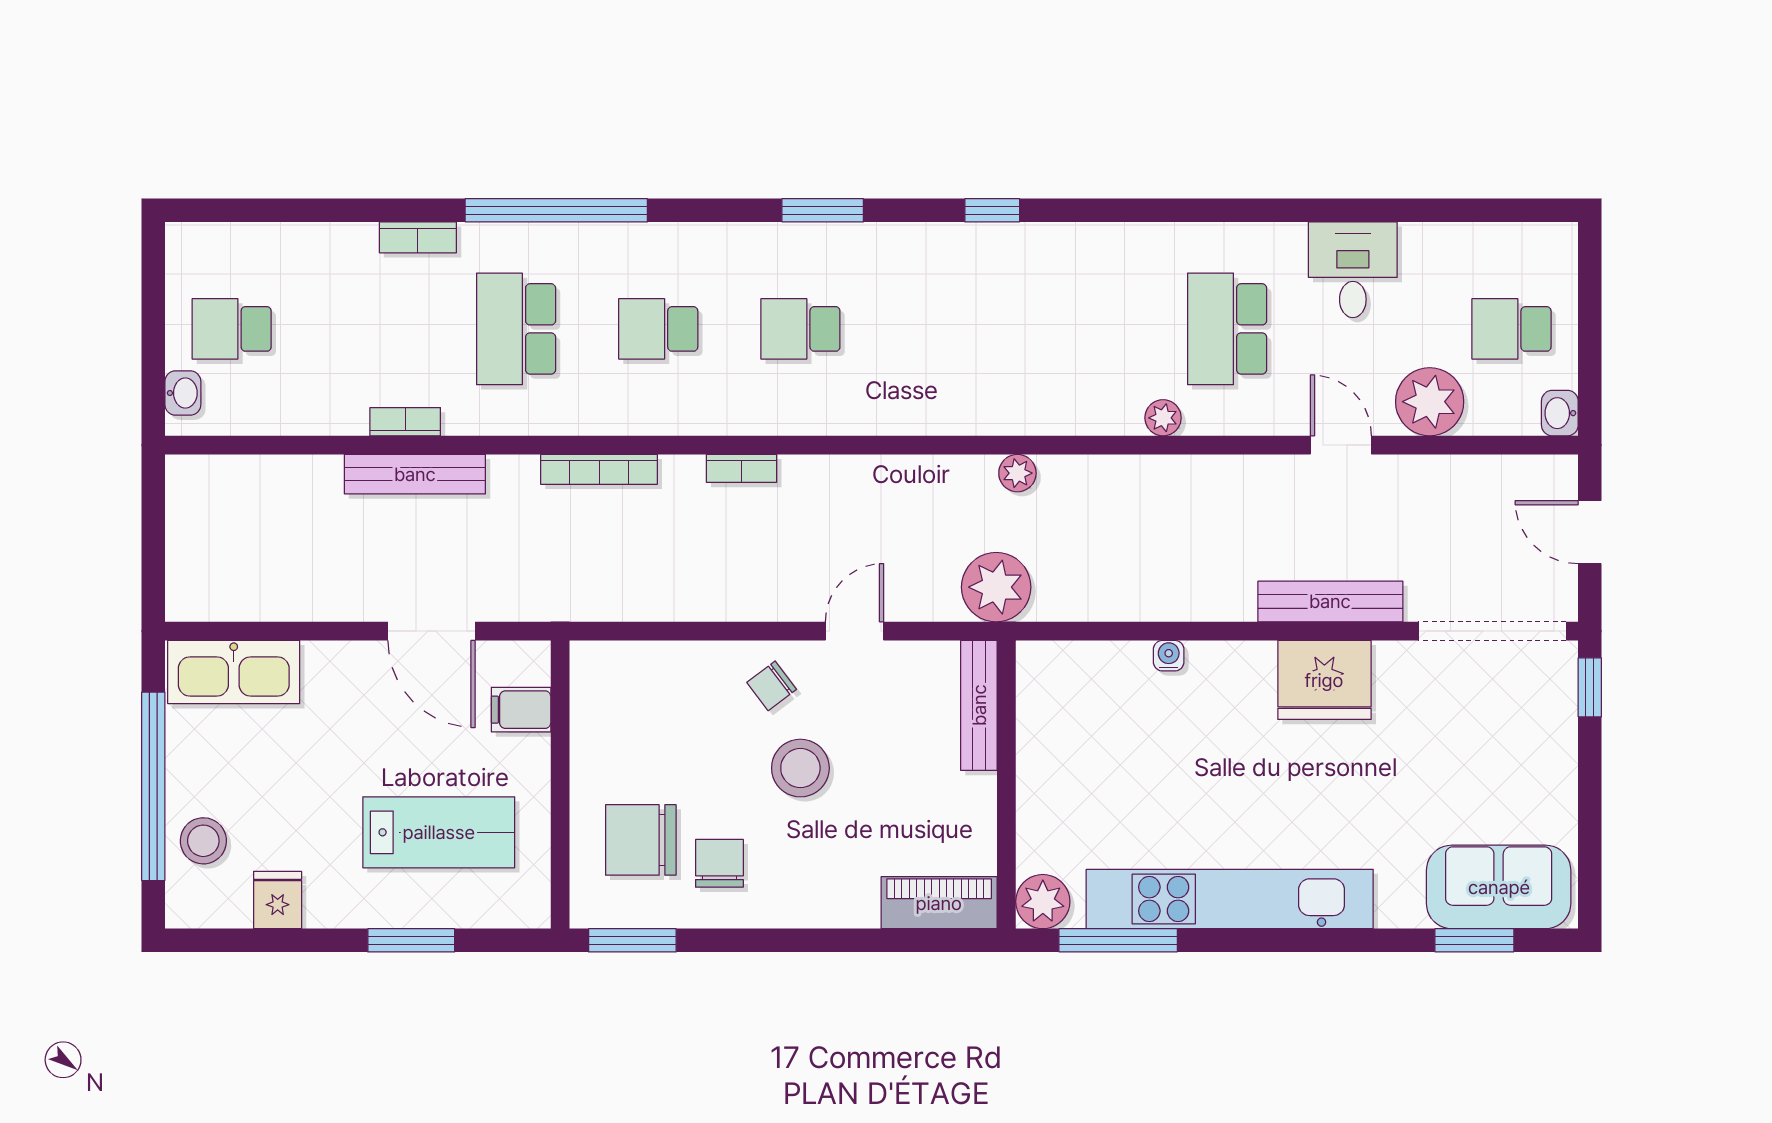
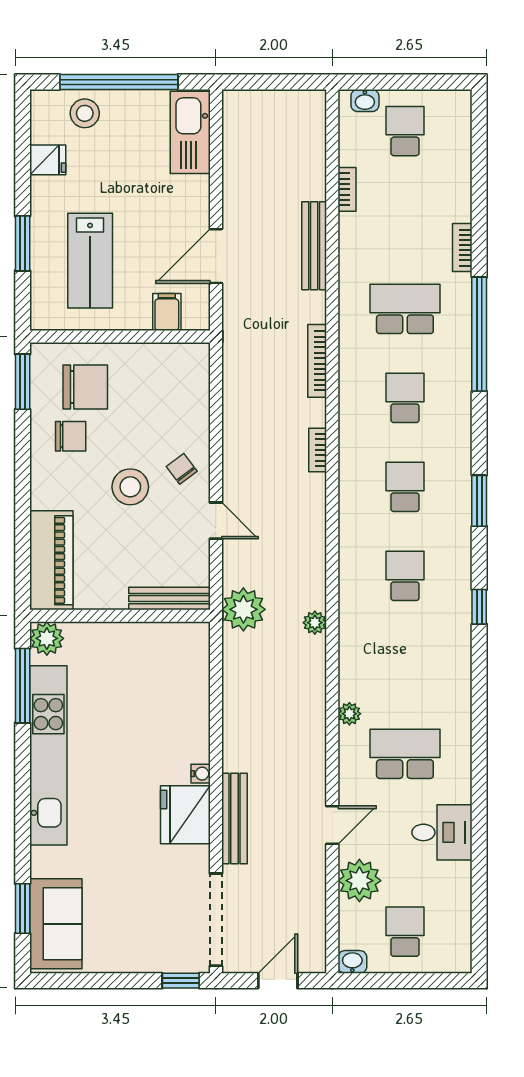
school desk: (943, 329) -> (405, 576), added
bookcase: (405, 422) -> (347, 189), moved
water cooler: (1169, 656) -> (201, 774), moved
chair: (641, 840) -> (85, 387), turned 90
piano: (939, 903) -> (51, 560), width x1.37, depth x1.33

